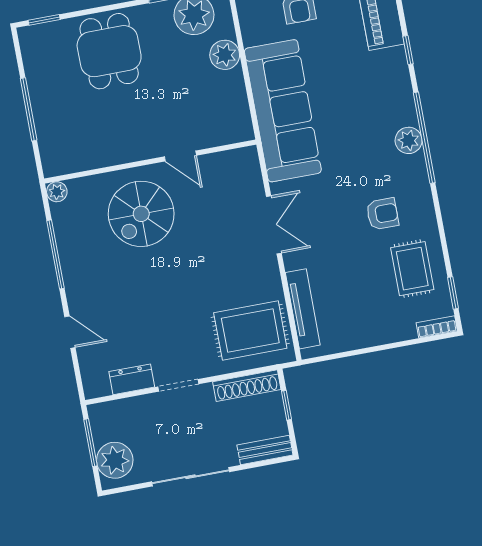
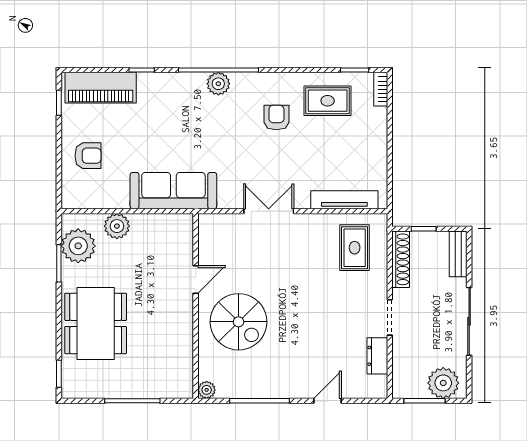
dining table: (109, 51) -> (96, 323), width x1.38
sofa: (283, 111) -> (173, 191), width x0.74, depth x0.79
rug: (250, 330) -> (355, 248), width x0.73, depth x0.70

